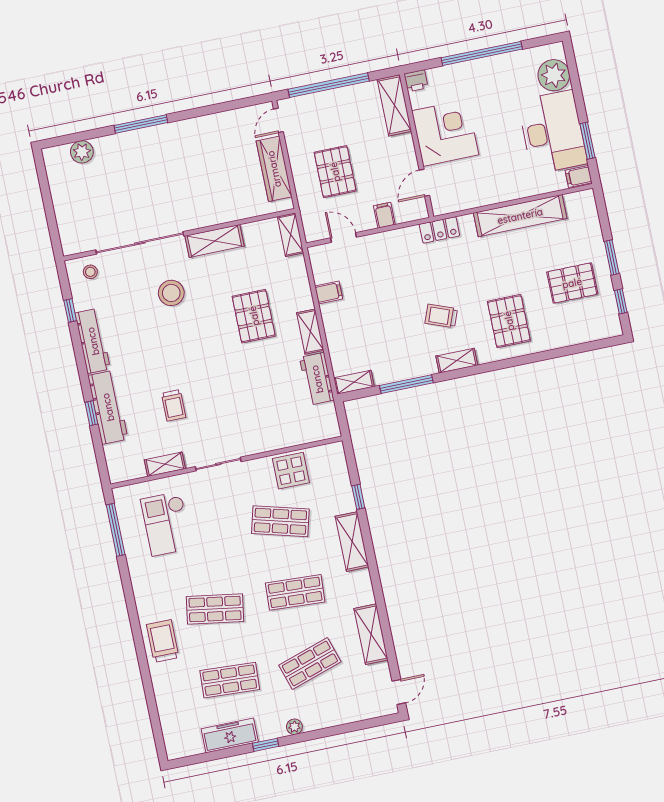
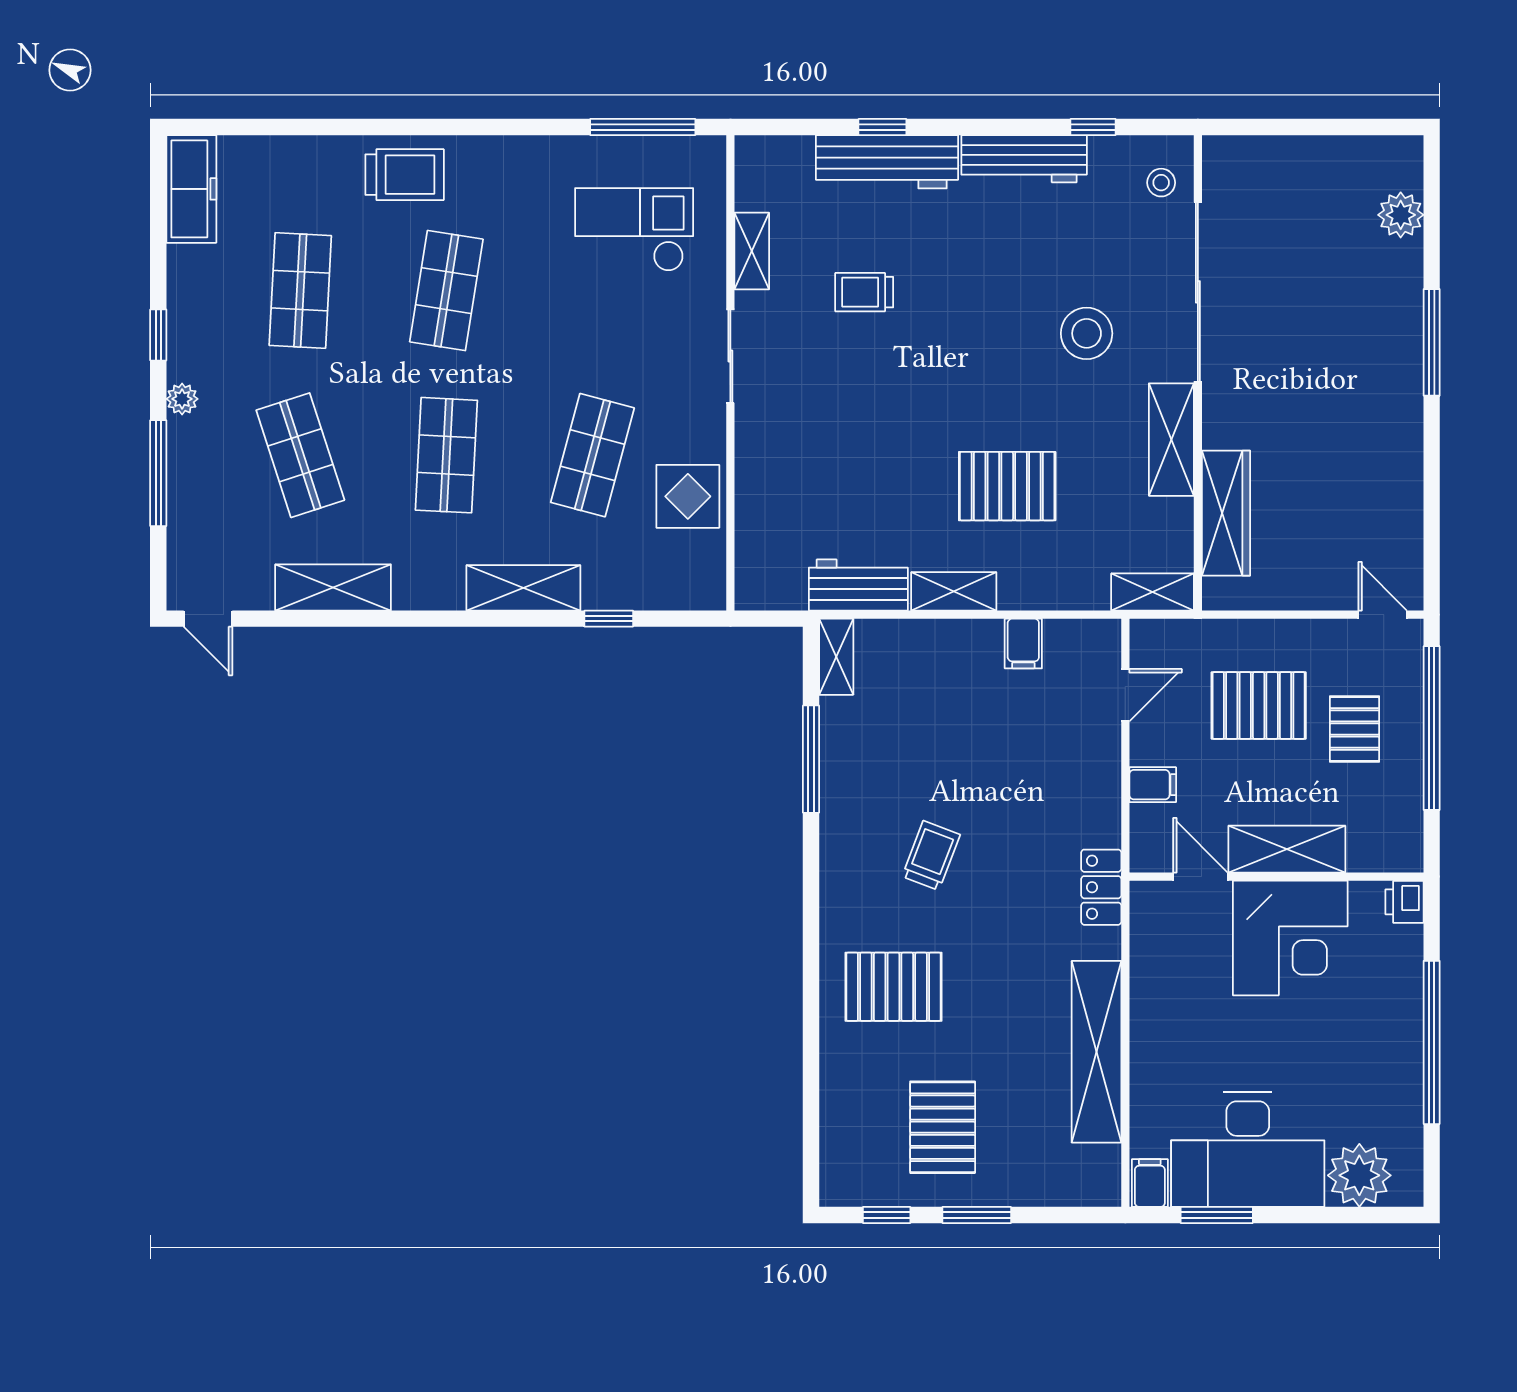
shelving: (394, 105) -> (1287, 849), moved
pallet: (337, 123) -> (1354, 729), added
wardrobe: (274, 169) -> (1226, 513), moved, turned 90
shelving: (457, 361) -> (837, 868), removed
window: (333, 731) -> (158, 473), added
freezer: (230, 735) -> (191, 189), moved

